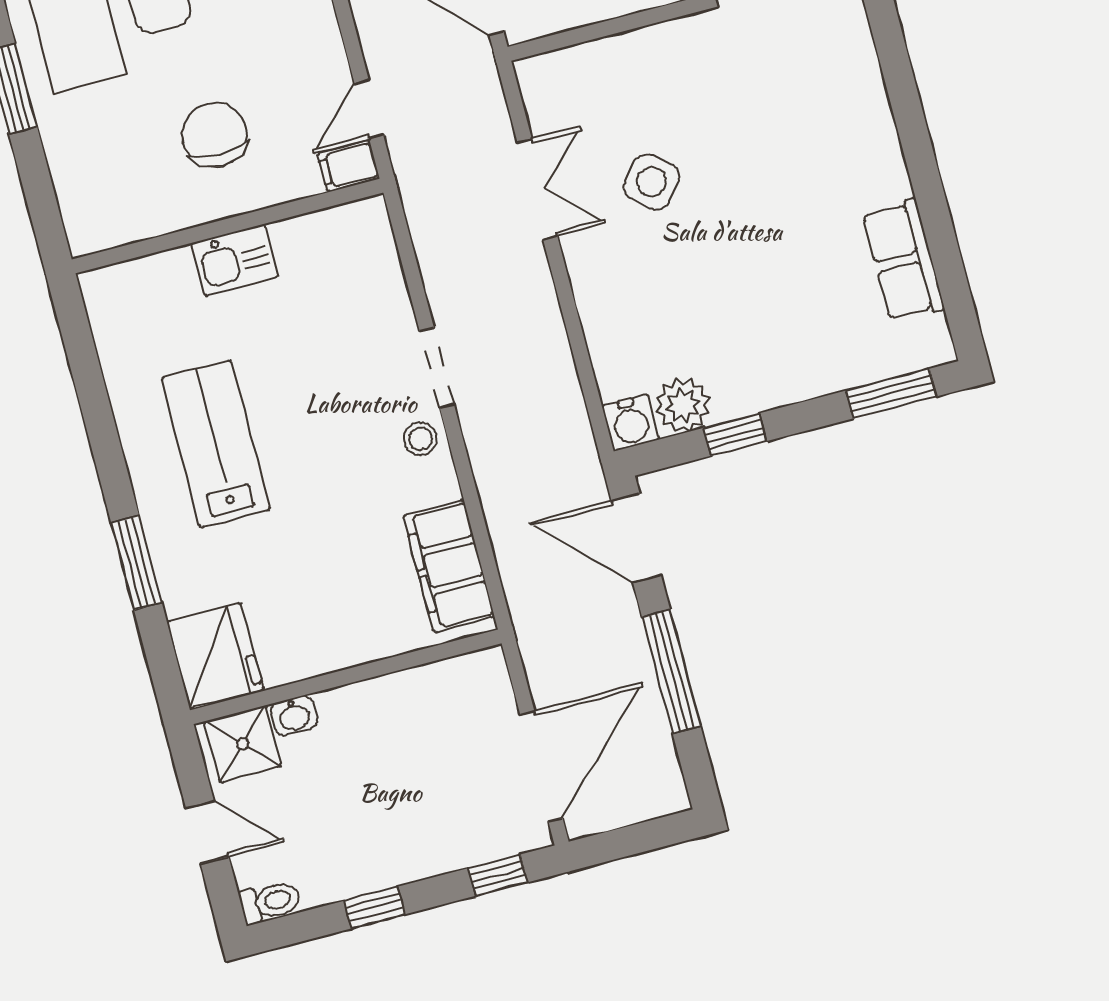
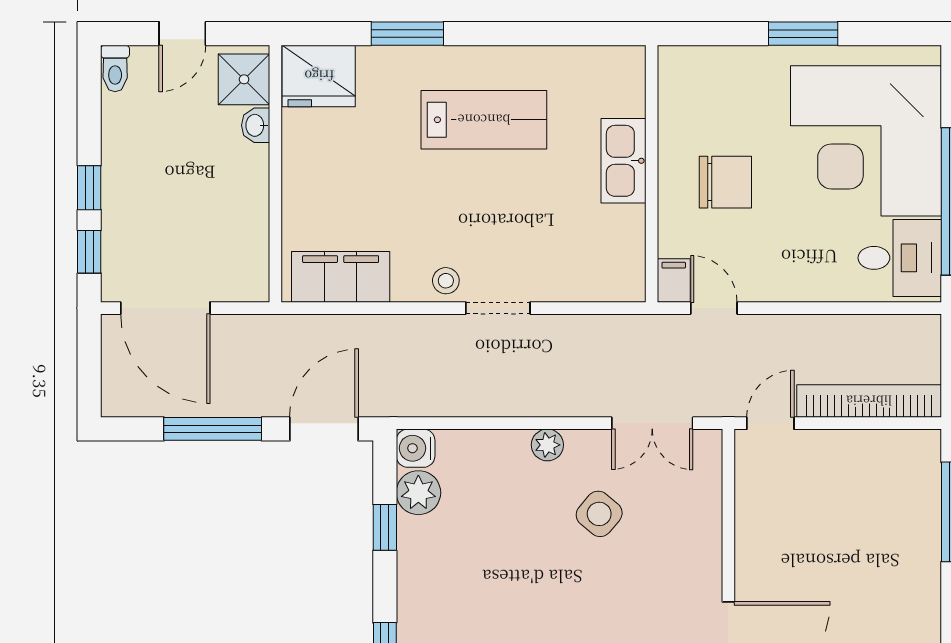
double door: (537, 189) -> (652, 423), moved
kitchen sink: (235, 260) -> (623, 161), width x1.38
plant: (585, 266) -> (547, 445), added
window: (374, 908) -> (89, 188), moved

